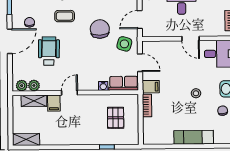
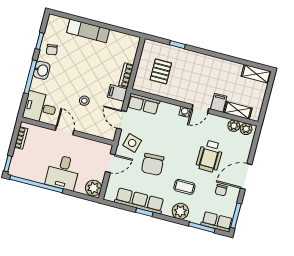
water cooler: (103, 86) -> (184, 112), moved
stool: (196, 93) -> (84, 101), moved

